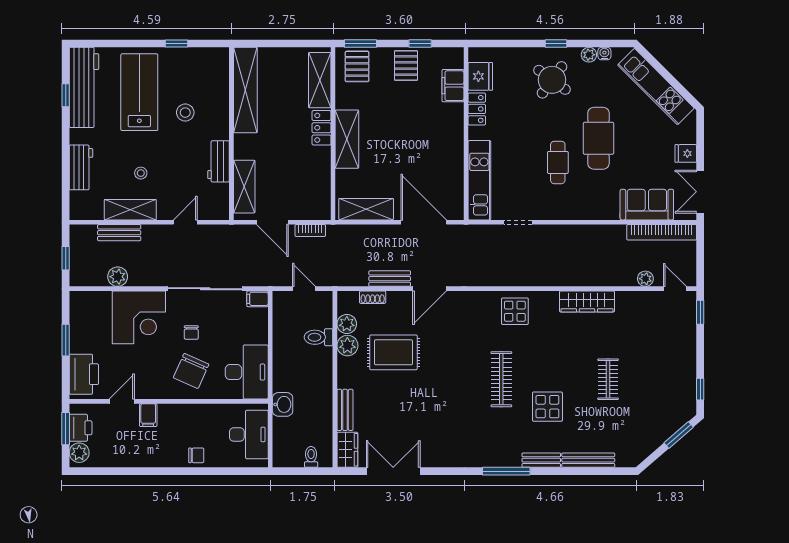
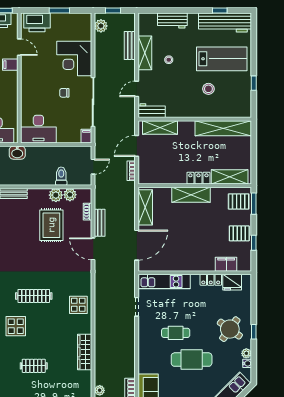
workbench: (219, 161) -> (152, 111), moved
door: (185, 222) -> (137, 89), swing flipped
plant: (118, 277) -> (101, 26), moved
chair: (191, 371) -> (39, 93), removed

